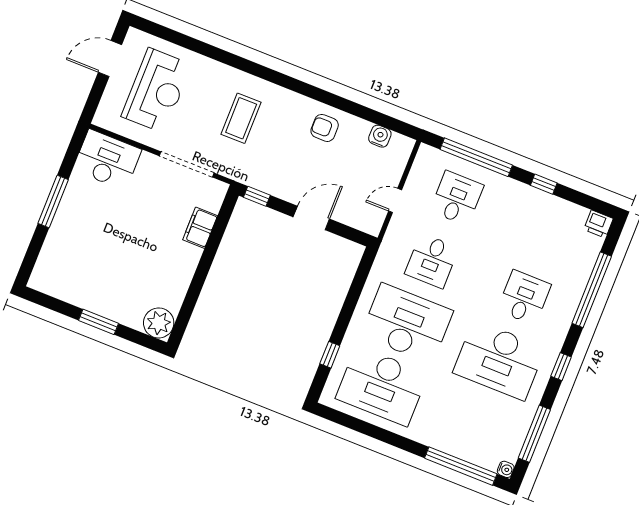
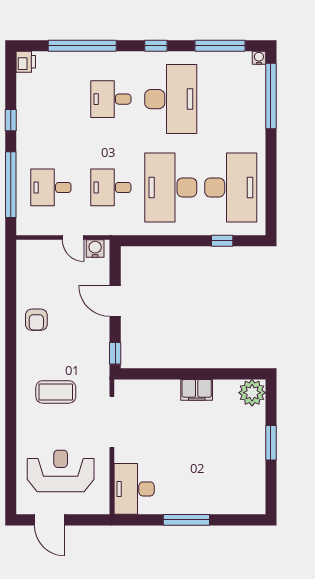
water cooler: (380, 136) -> (95, 249), moved, turned 90
filing cabinet: (200, 228) -> (197, 390), moved
desk: (432, 261) -> (111, 187), turned 180

